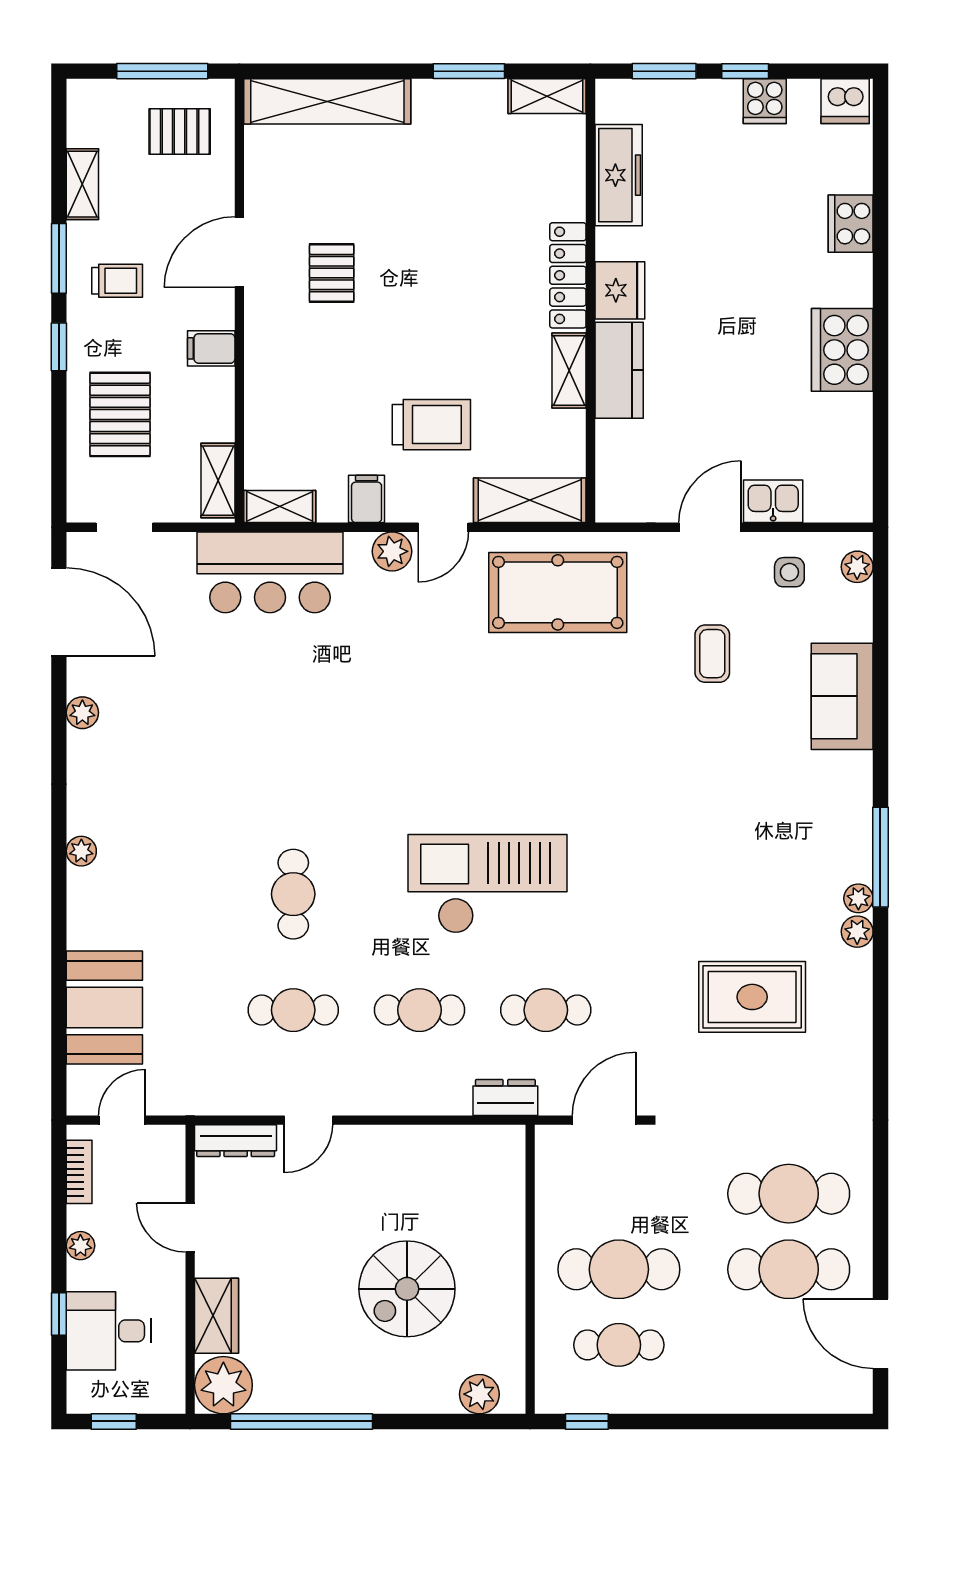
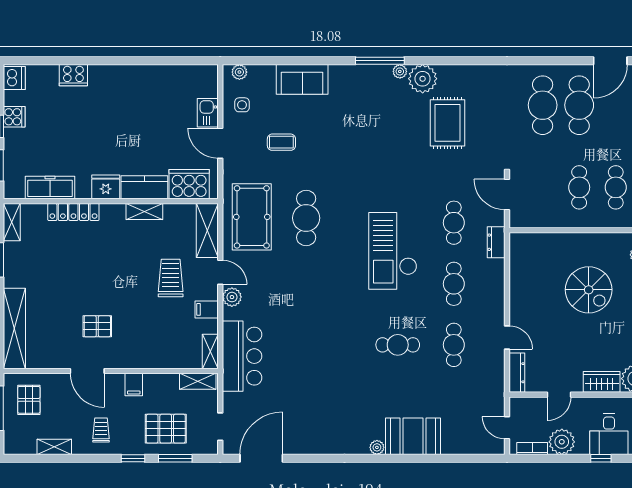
window: (59, 258) -> (175, 458), moved
locker: (568, 275) -> (73, 212), moved
cooker: (842, 350) -> (189, 184), moved, turned 180
cafe table: (556, 705) -> (306, 218), added
plant: (82, 713) -> (310, 447), removed
plant: (857, 932) -> (423, 79), width x1.87, depth x1.87
booth: (104, 1007) -> (413, 436), moved
plant: (80, 1246) -> (562, 442), width x1.88, depth x1.88
cafe table: (619, 1269) -> (579, 187), width x0.73, depth x0.74

